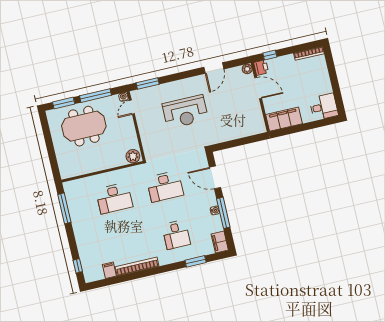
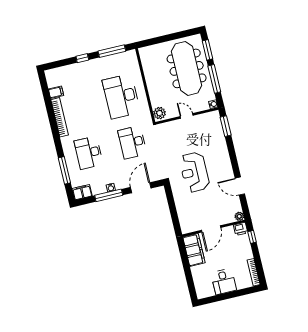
door: (258, 88) -> (211, 229), moved
door: (132, 107) -> (187, 116), moved
desk: (324, 107) -> (224, 282), moved
reception desk: (185, 112) -> (194, 172), moved
meeting table: (84, 126) -> (187, 68), width x1.36
desk: (114, 198) -> (121, 96), width x1.36, depth x1.30
desk: (176, 235) -> (89, 153), width x1.37
window: (196, 261) -> (64, 170), width x1.44
window: (78, 266) -> (82, 58), moved

